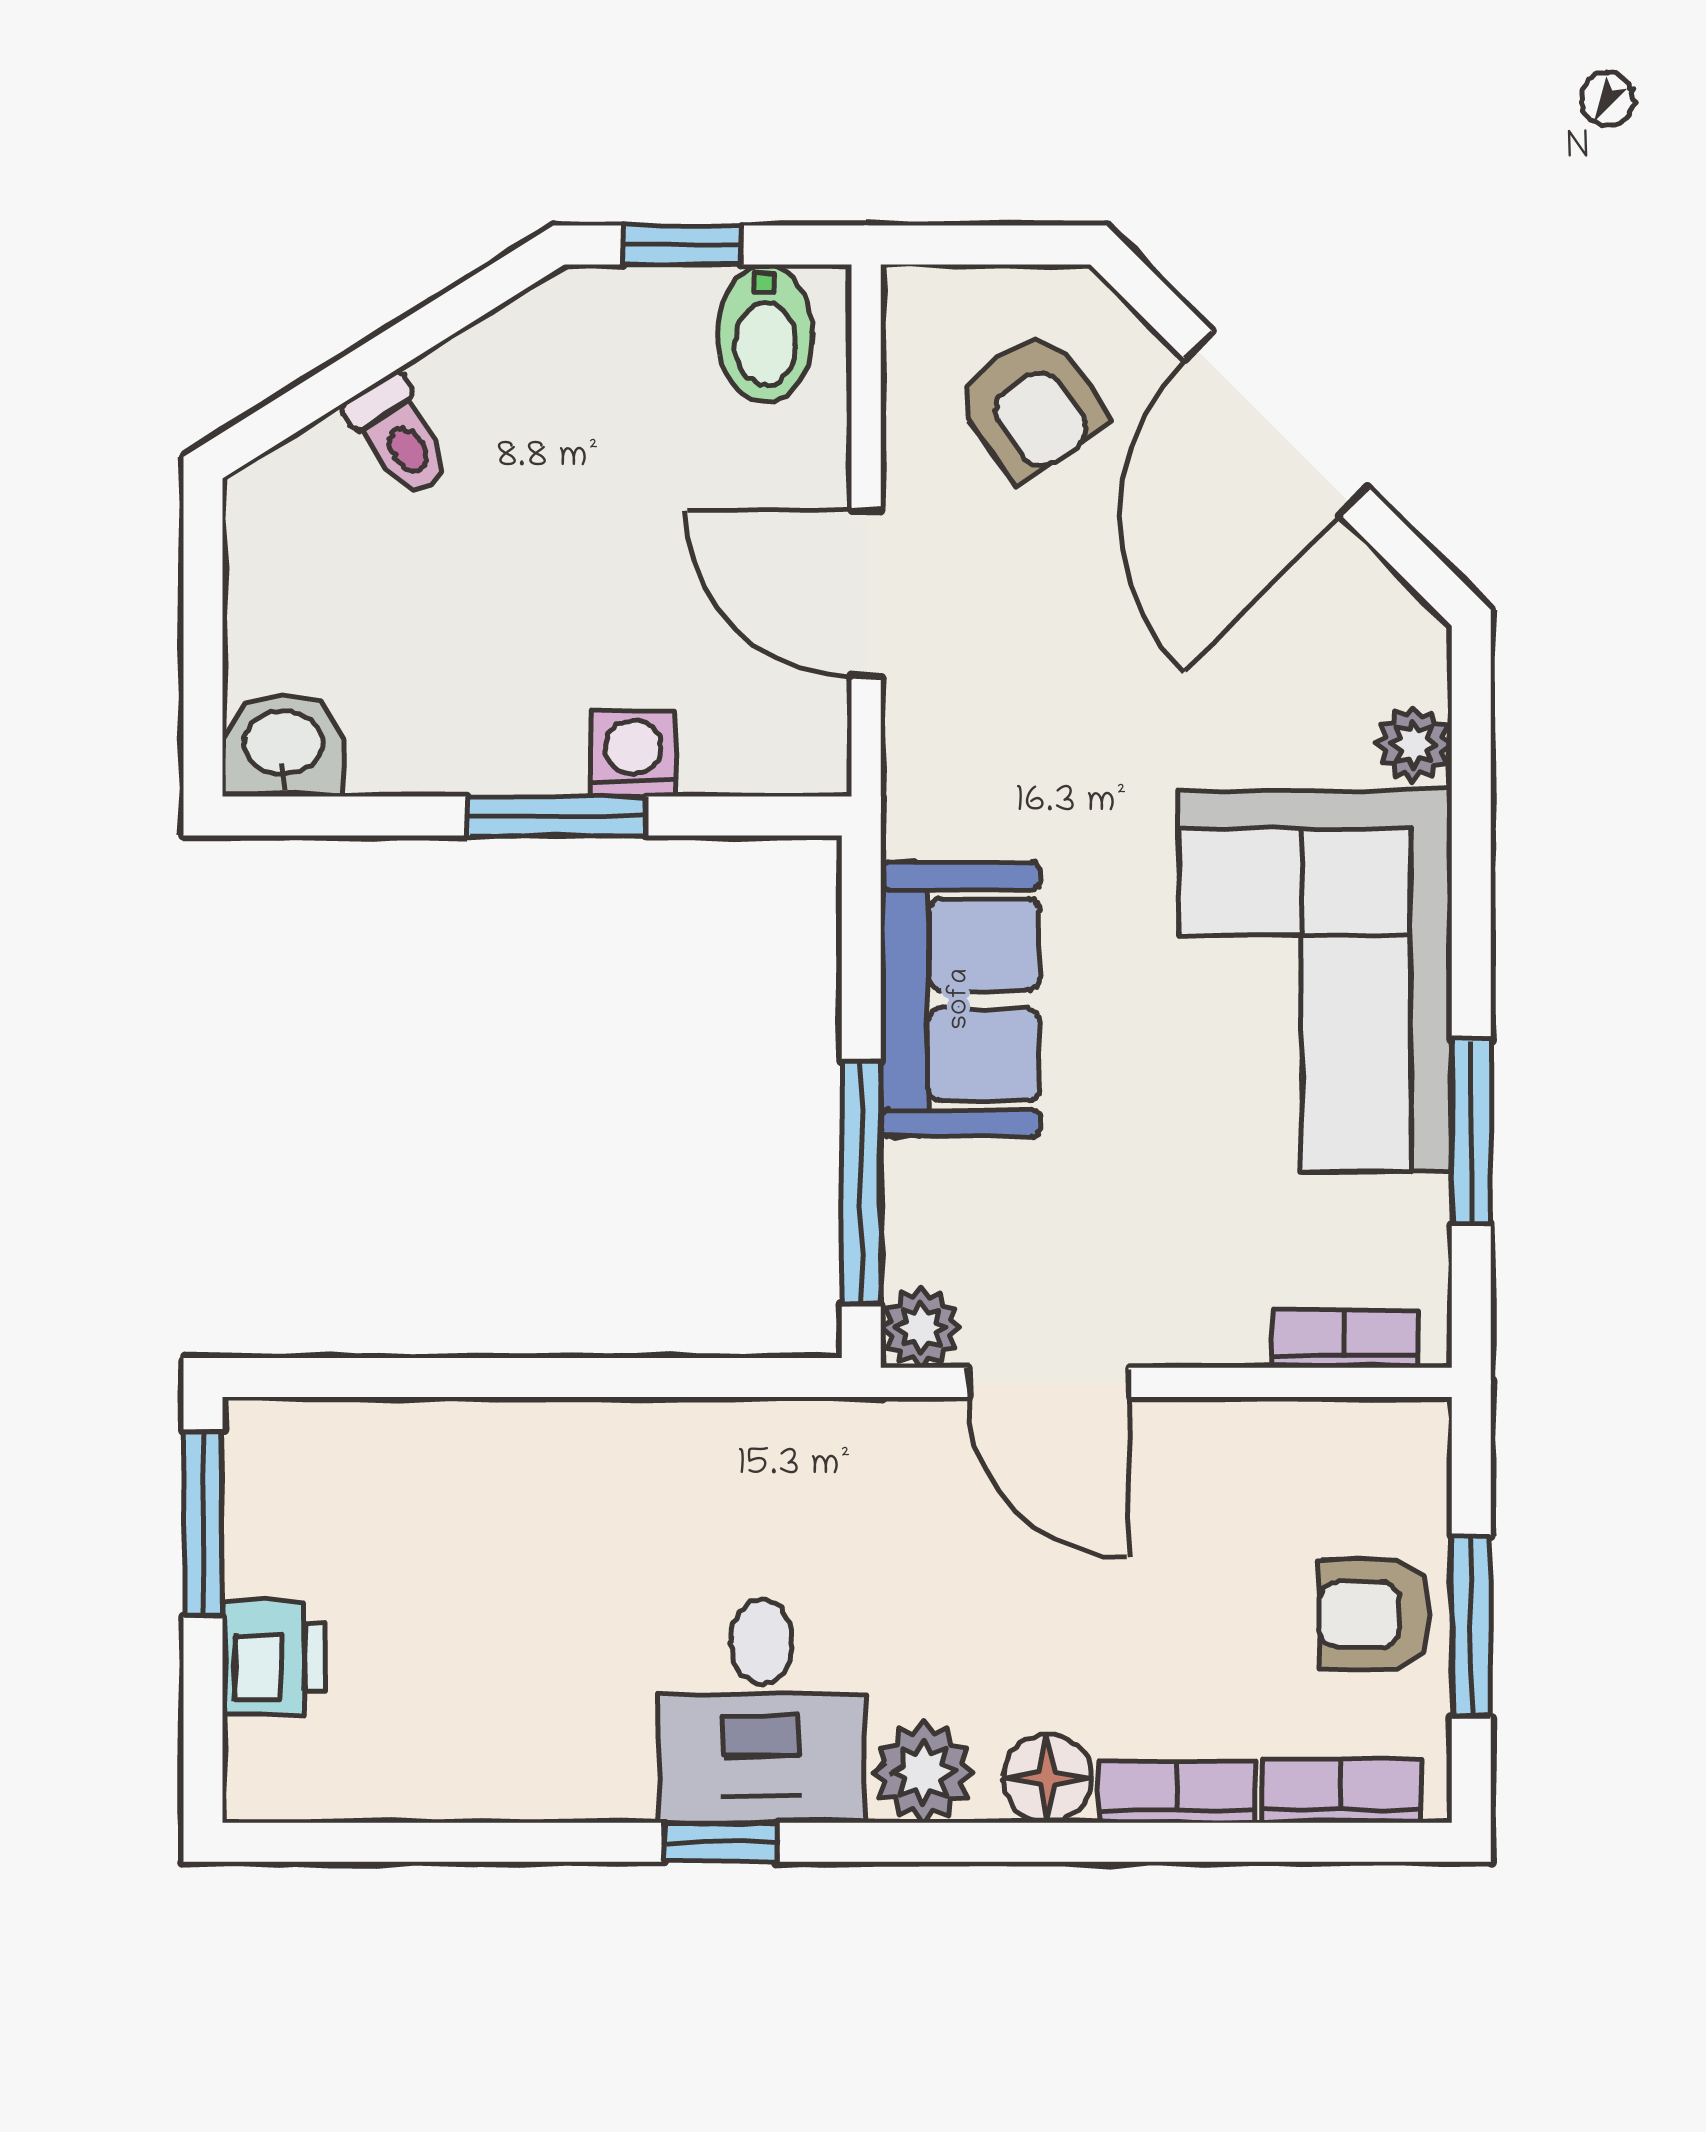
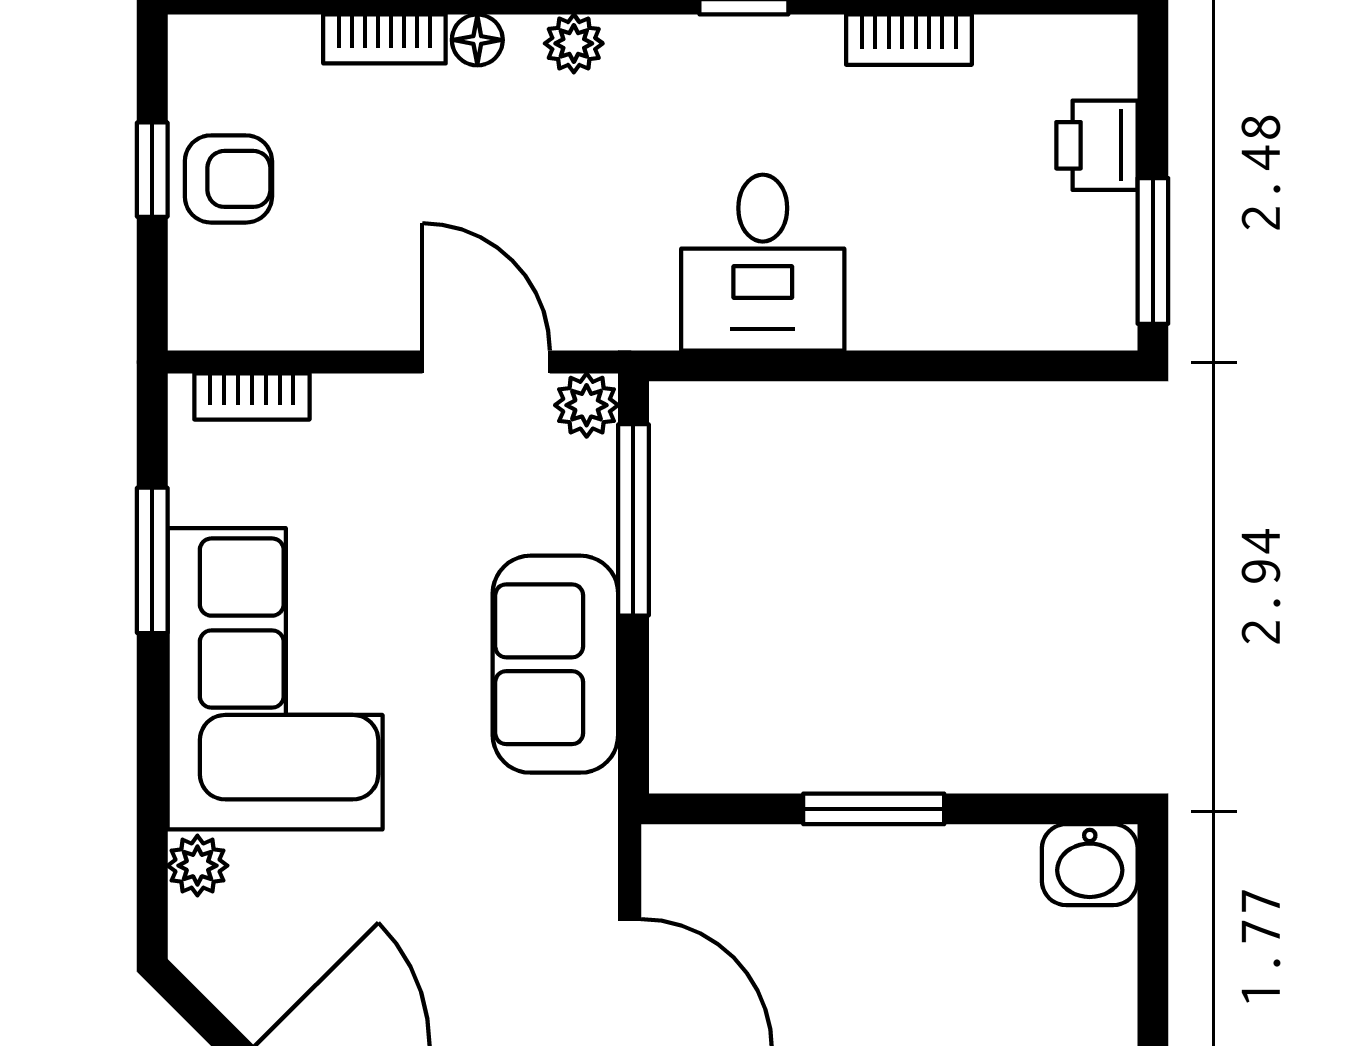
washing machine: (633, 754) -> (813, 858), removed
window: (1471, 1626) -> (152, 170), width x0.67
desk: (762, 1711) -> (763, 263), moved, turned 180
plant: (923, 1772) -> (574, 43), width x0.73, depth x0.73
floor lamp: (1047, 1779) -> (477, 40), width x0.73, depth x0.73
bookcase: (1342, 1791) -> (909, 40), moved

